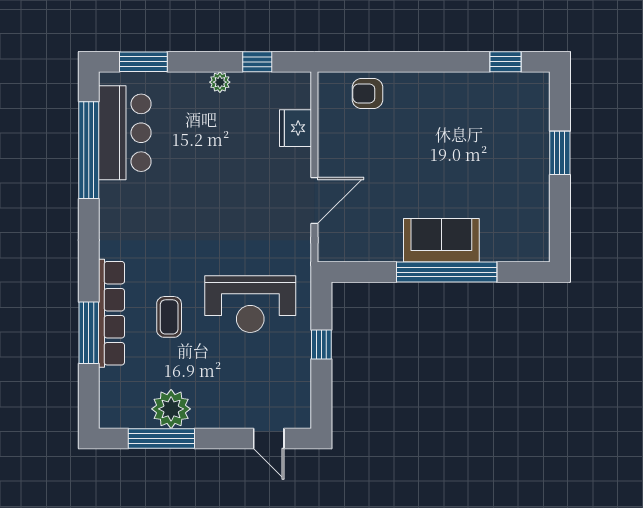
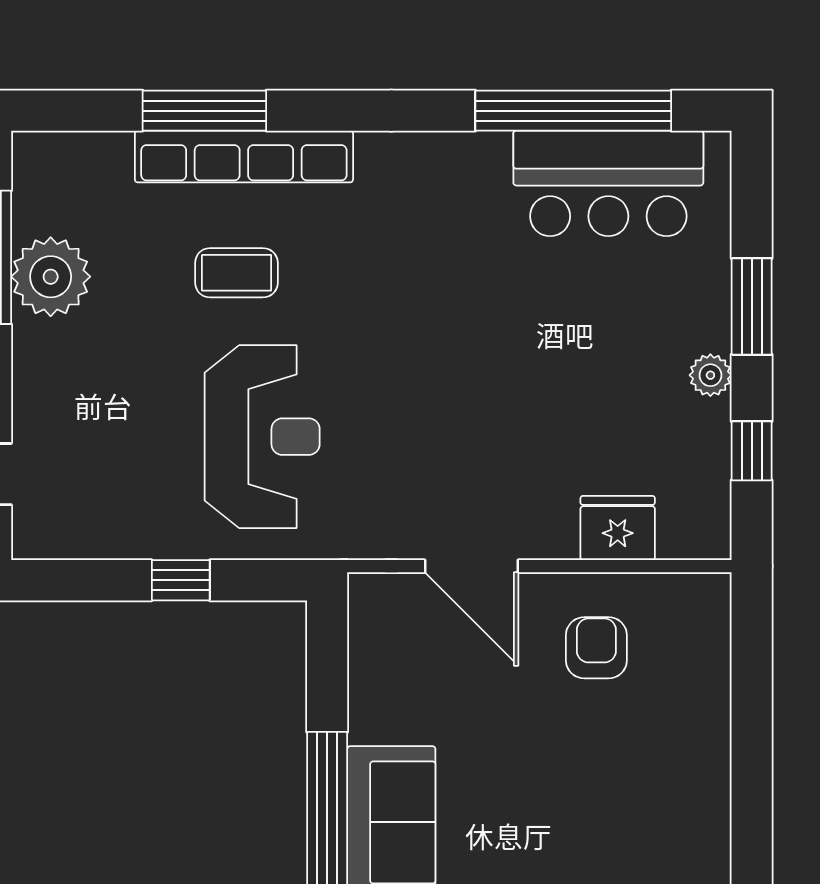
window: (143, 62) -> (752, 306), moved
armchair: (367, 94) -> (596, 648), moved
reception desk: (250, 304) -> (262, 437), turned 180

